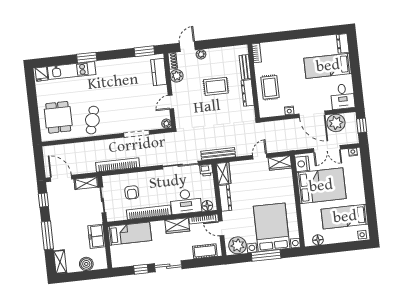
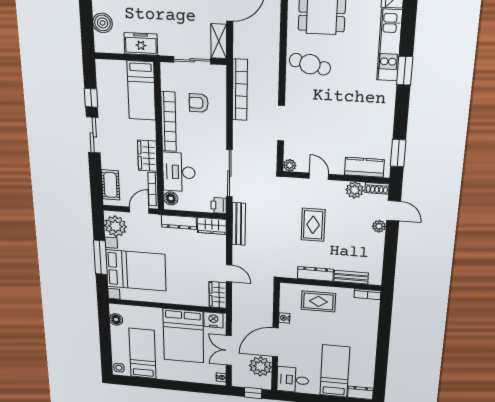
rug: (216, 86) -> (313, 225), moved

